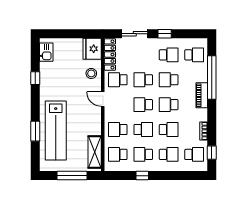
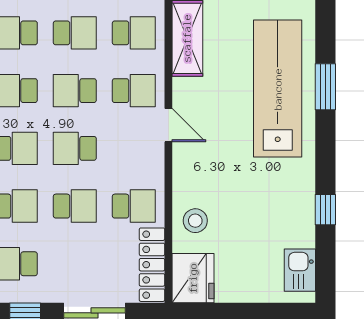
door: (103, 99) -> (168, 125), moved
school desk: (143, 105) -> (75, 148), turned 180

